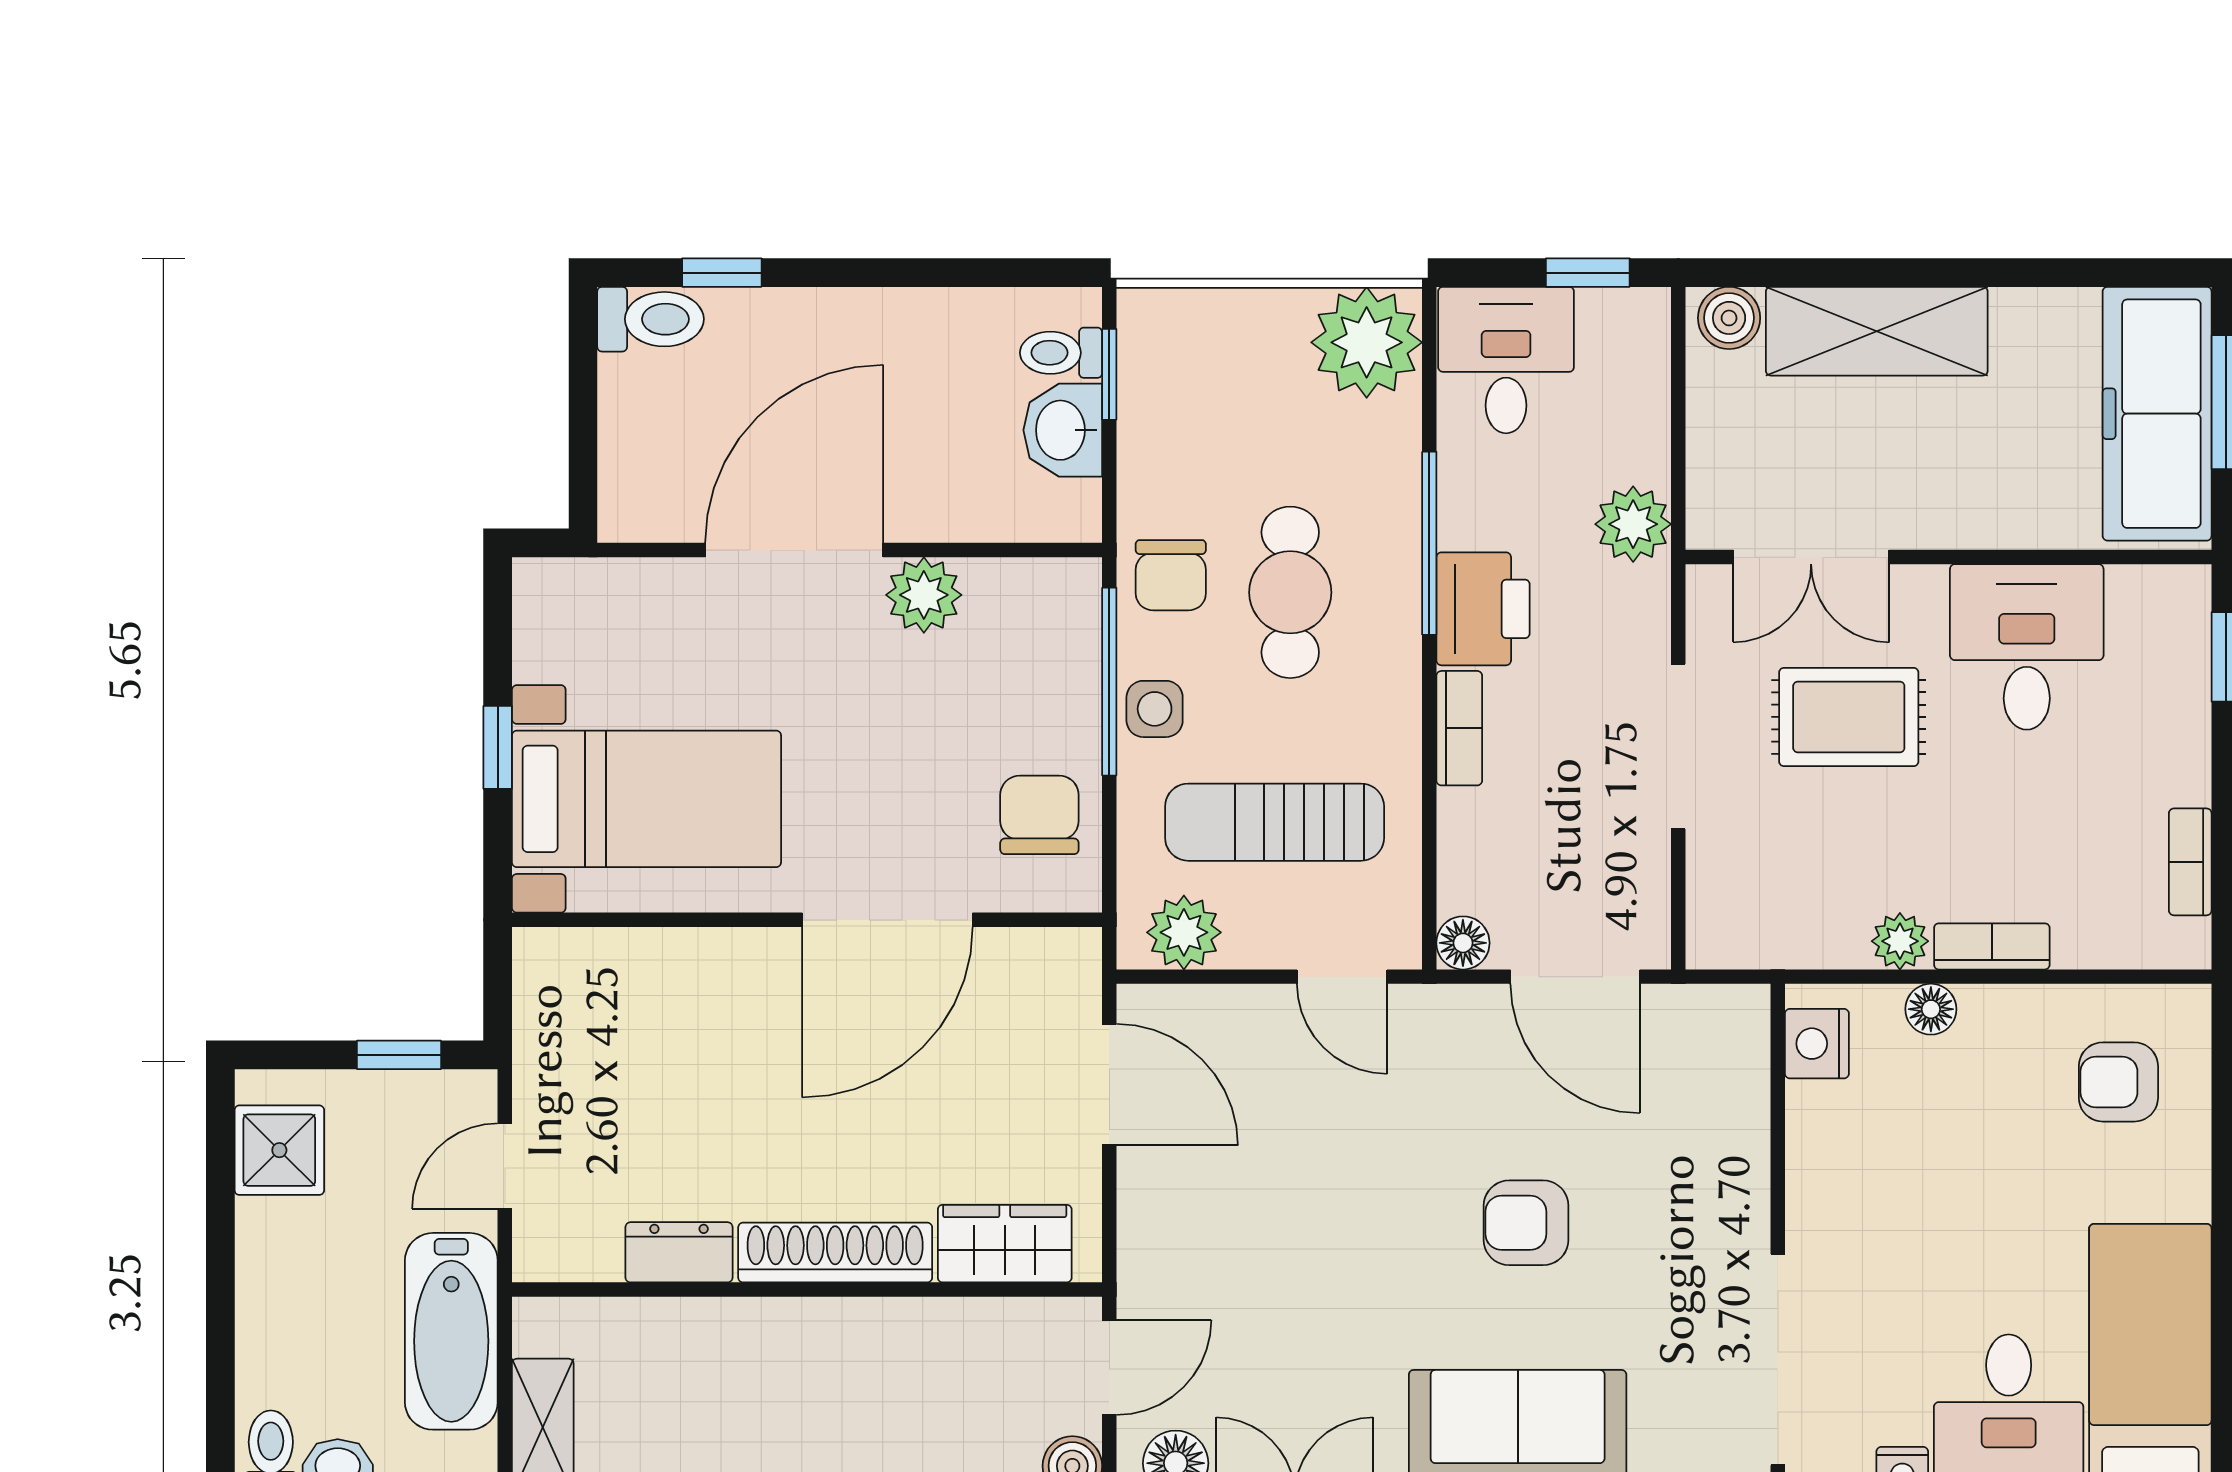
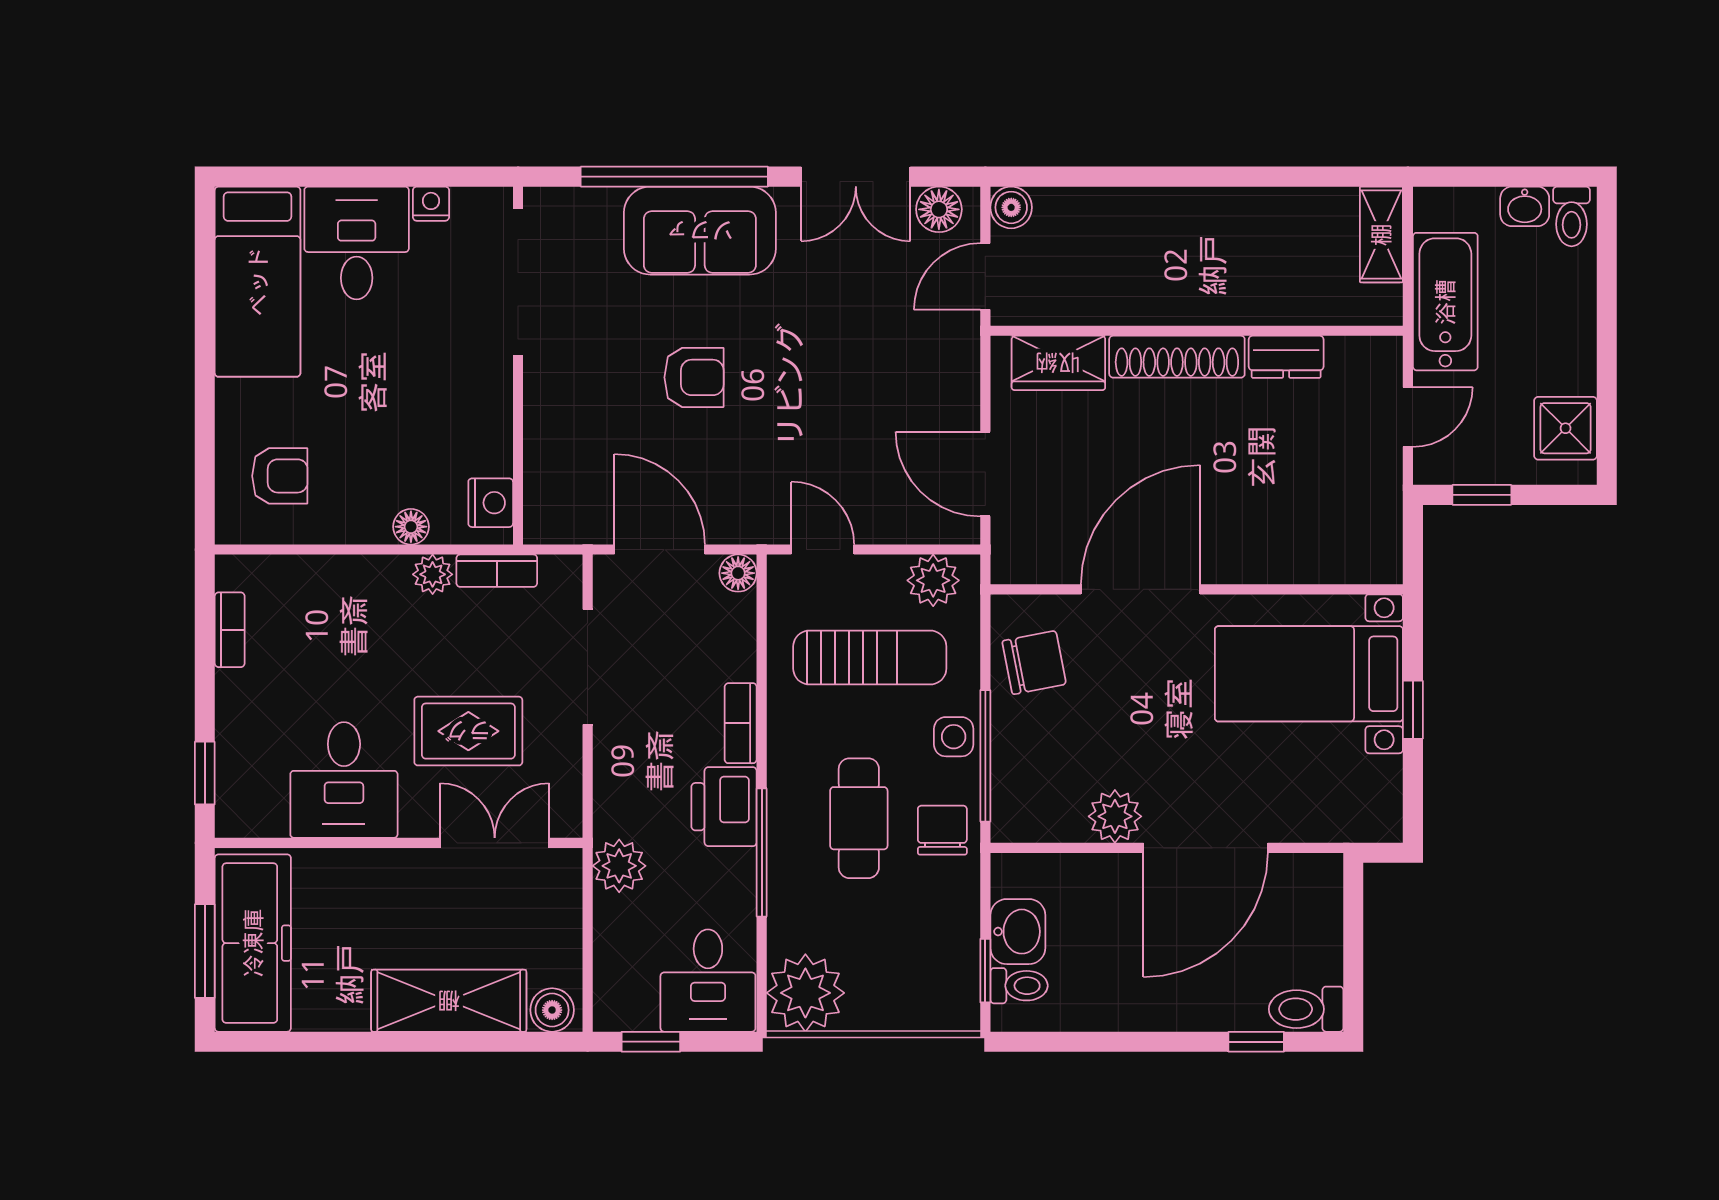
doorway: (1678, 747) -> (588, 667), moved
chair: (1039, 815) -> (1034, 663), turned -101
bookcase: (1992, 946) -> (497, 571), moved

